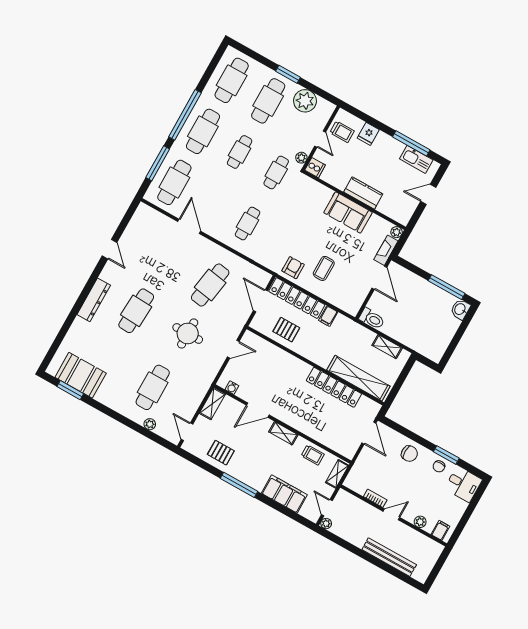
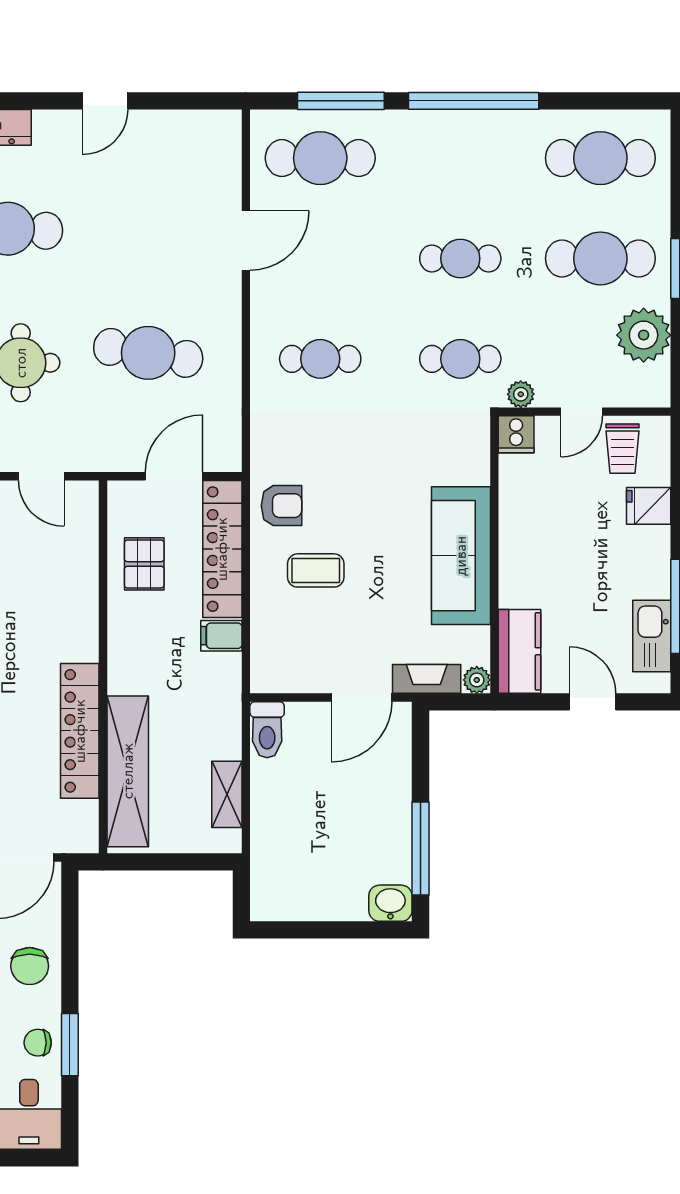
cafe table: (203, 131) -> (460, 158), removed
kitchen counter: (363, 193) -> (519, 651), moved
sofa: (348, 212) -> (461, 556), width x1.36

